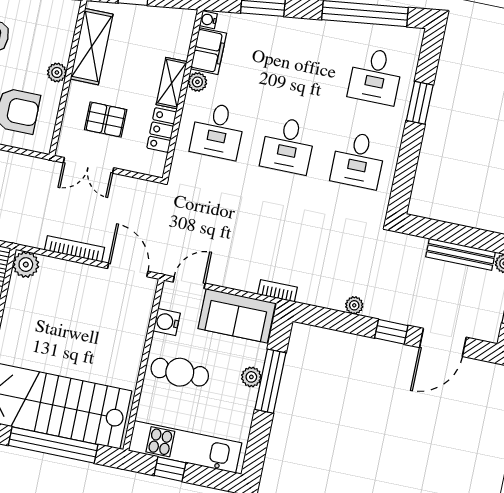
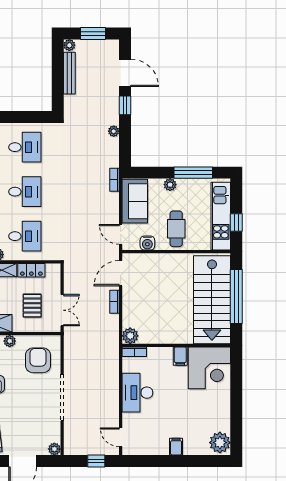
bookcase: (75, 249) -> (114, 302), width x0.64
window: (270, 381) -> (193, 173), moved

